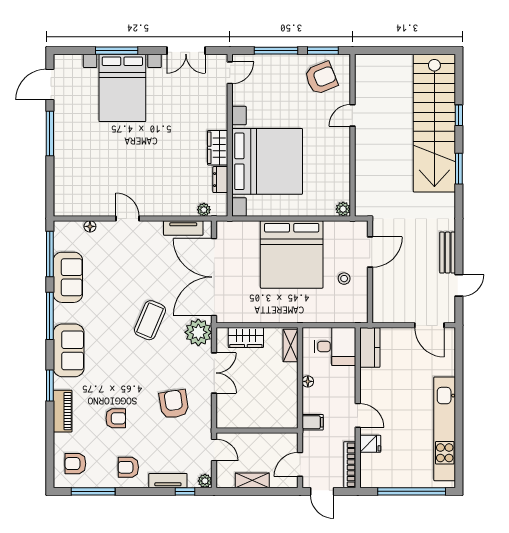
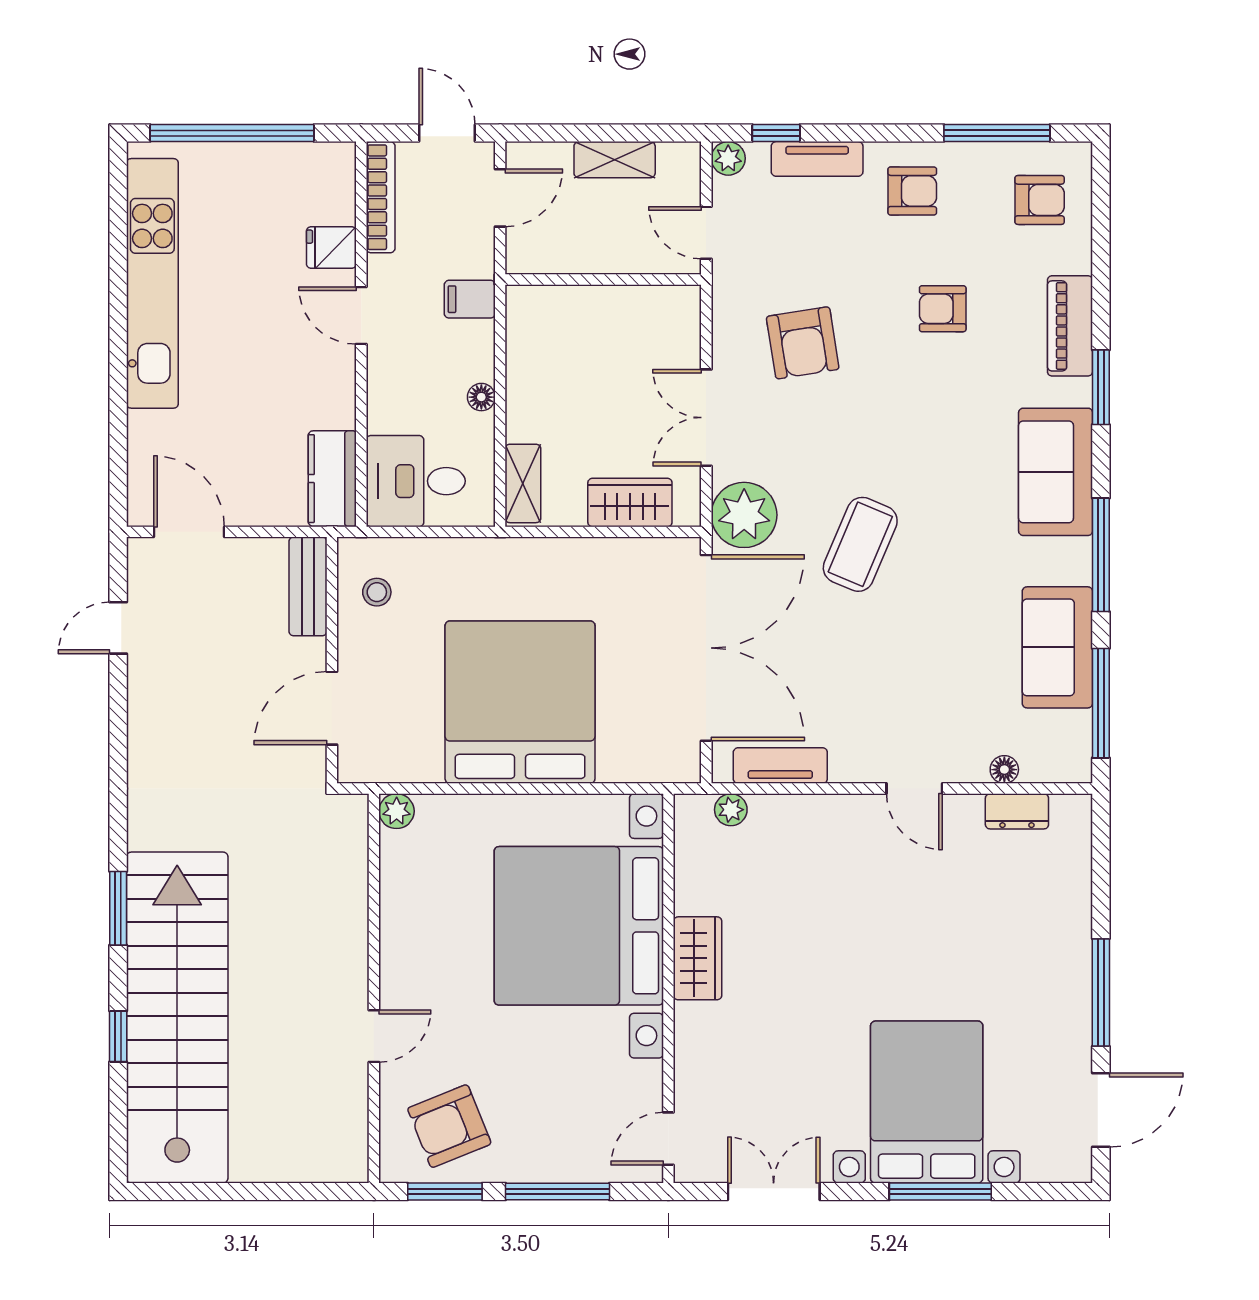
dresser: (220, 180) -> (1017, 811), moved, turned 90
bench: (448, 253) -> (308, 586), moved
stool: (344, 279) -> (377, 592), moved

